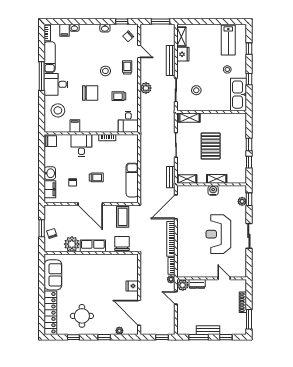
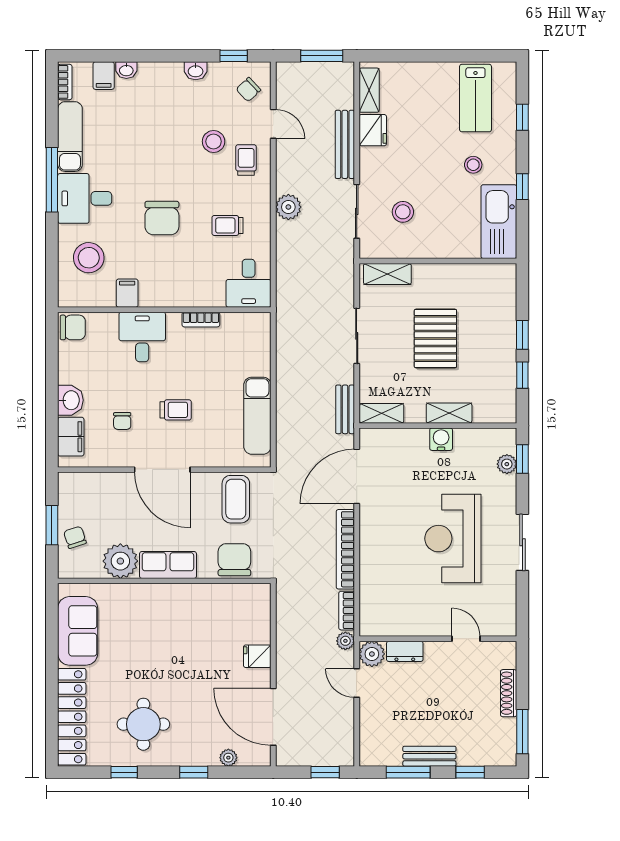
stool: (105, 71) -> (214, 141), moved
chair: (90, 93) -> (162, 218), turned 90

